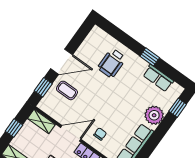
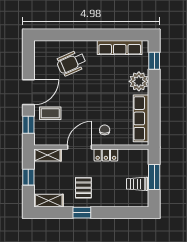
window: (150, 57) -> (100, 35), removed
wheelchair: (112, 63) -> (71, 63), turned 66
row of seats: (158, 78) -> (120, 48), width x1.48

